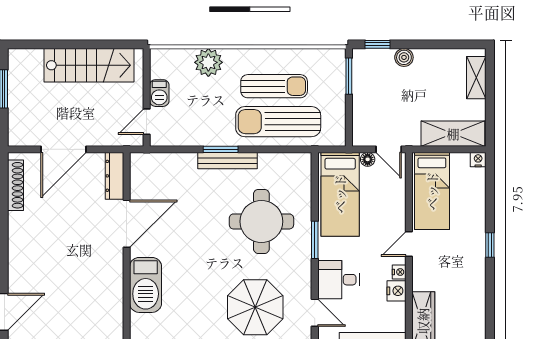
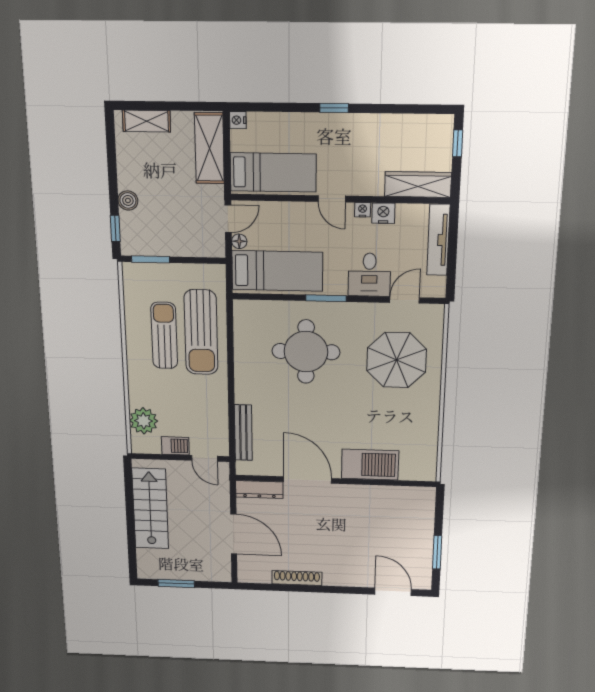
plant: (208, 62) -> (144, 421), moved
window: (221, 149) -> (231, 389), removed
bench: (228, 161) -> (243, 433), moved
shoe rack: (15, 185) -> (297, 578), moved

